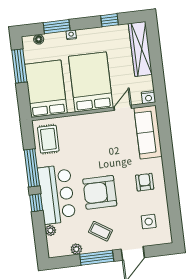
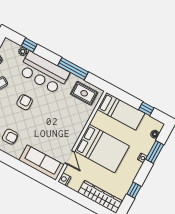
window: (19, 66) -> (146, 109), width x0.46
bed: (46, 89) -> (121, 111), width x0.67
armchair: (100, 192) -> (25, 102), width x0.53, depth x0.53
window: (36, 203) -> (29, 45), moved

